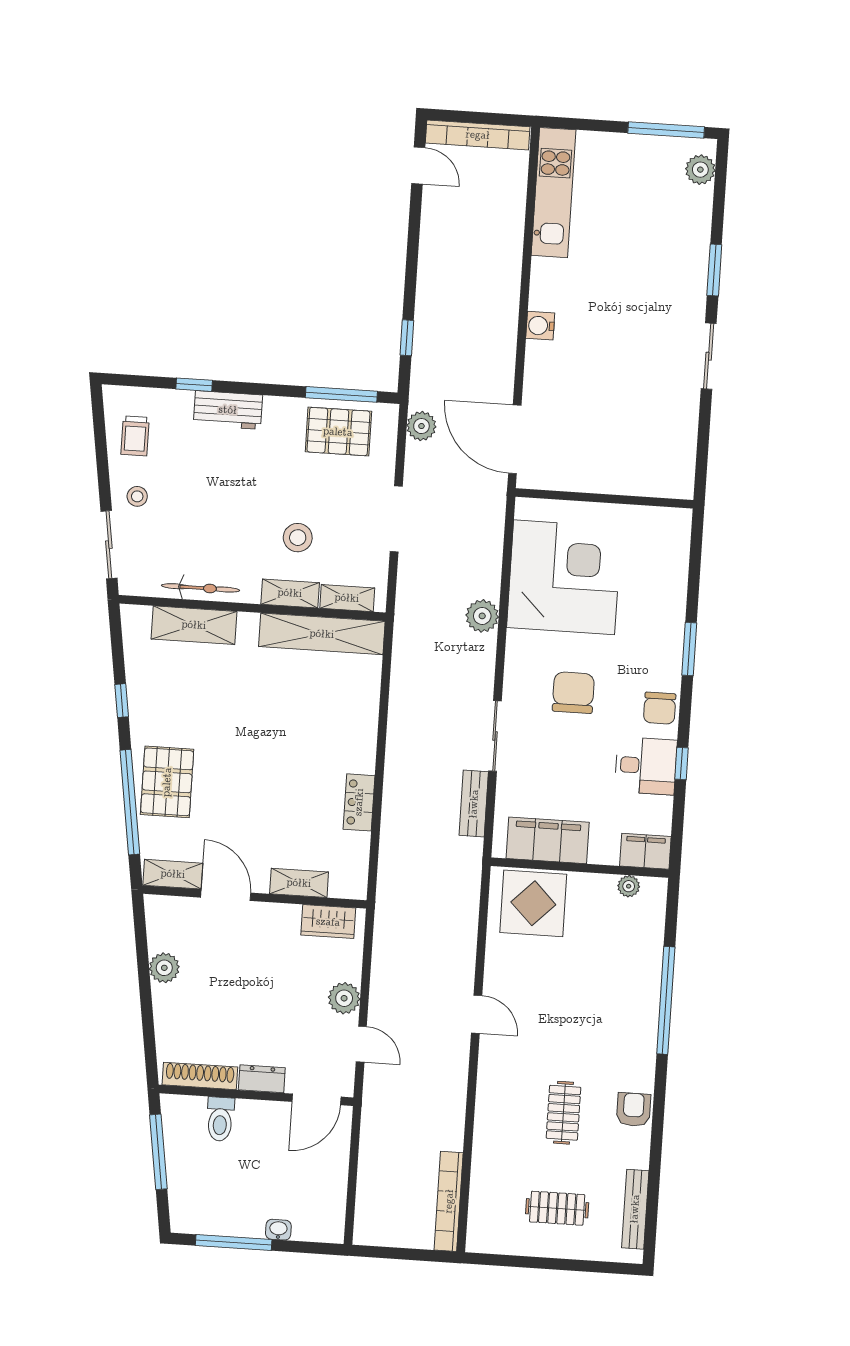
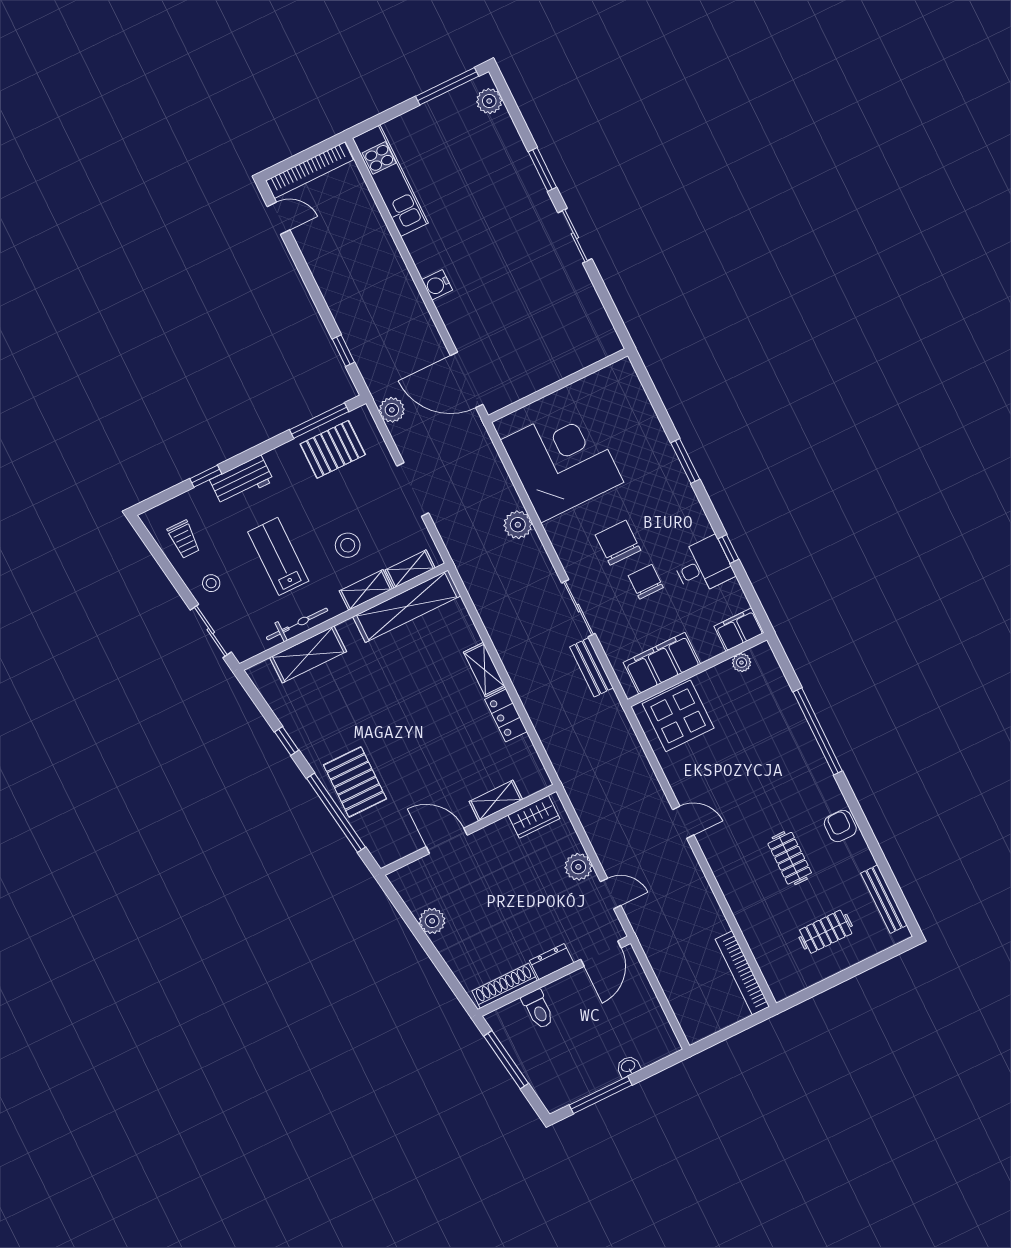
lab bench: (221, 508) -> (278, 556), added
chair: (660, 708) -> (646, 582), moved, turned 180
shelving: (173, 874) -> (484, 670), moved, turned 90

